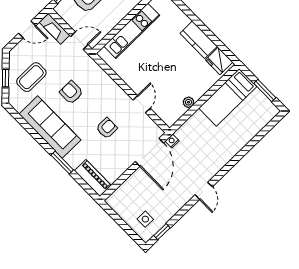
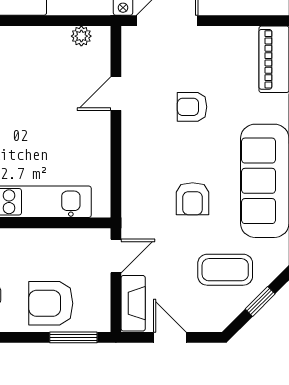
door: (79, 41) -> (116, 256), swing flipped
plant: (188, 102) -> (81, 36), moved

